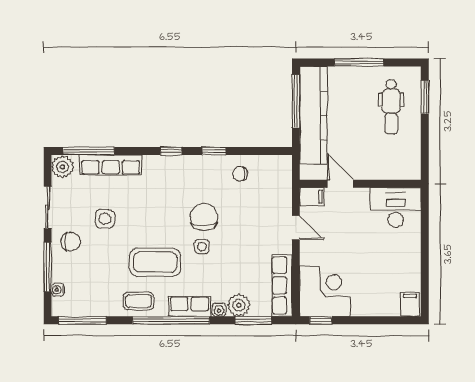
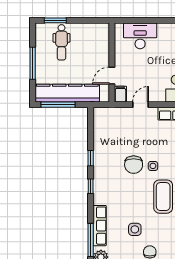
dental chair: (391, 107) -> (62, 42), turned 90
chair: (240, 174) -> (105, 141), removed
desk: (396, 207) -> (140, 36), moved, turned 90
chair: (204, 217) -> (134, 165), turned -90

